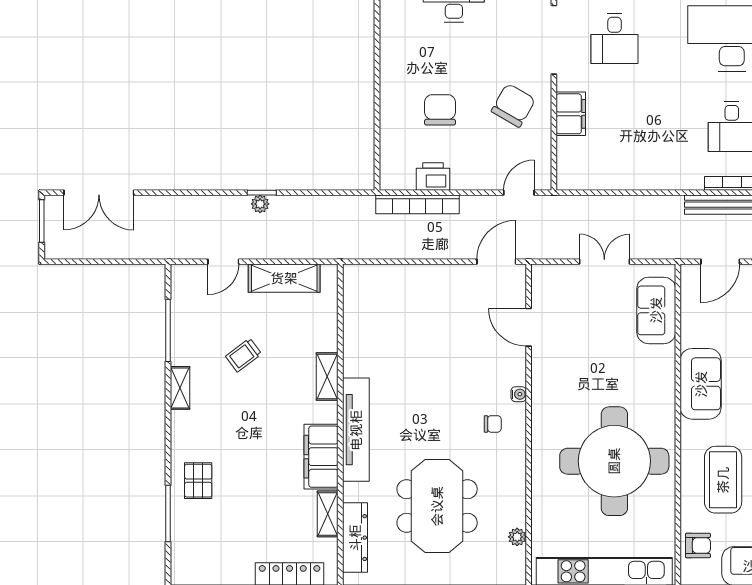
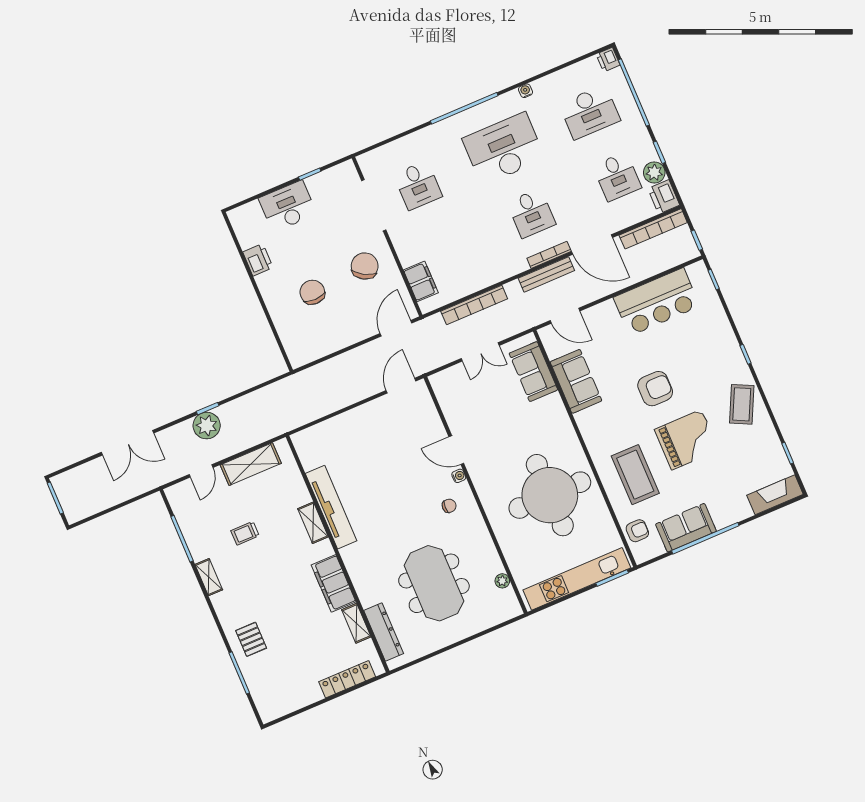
filing cabinet: (571, 114) -> (421, 281), moved
printer: (433, 177) -> (258, 260), moved, turned 90
double door: (99, 193) -> (128, 443), moved
door: (519, 193) -> (396, 328), width x1.37
plant: (260, 204) -> (207, 426), width x1.88, depth x1.88
bookcase: (418, 204) -> (474, 305), moved
double door: (604, 262) -> (480, 352), swing flipped
door: (720, 262) -> (565, 316), hinge flipped
door: (529, 327) -> (456, 450), moved
trolley: (244, 355) -> (245, 533), turned 37
sofa: (701, 384) -> (576, 381), moved
tv unit: (356, 430) -> (331, 507), moved

